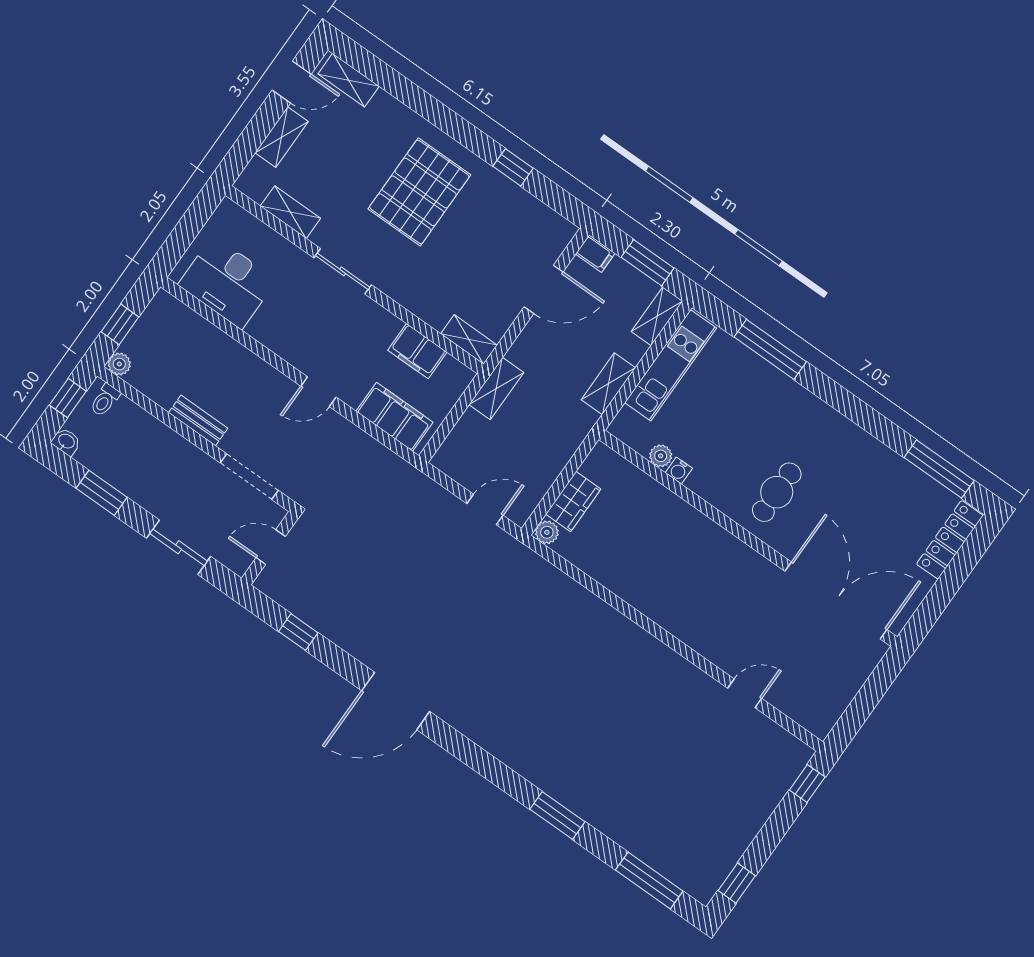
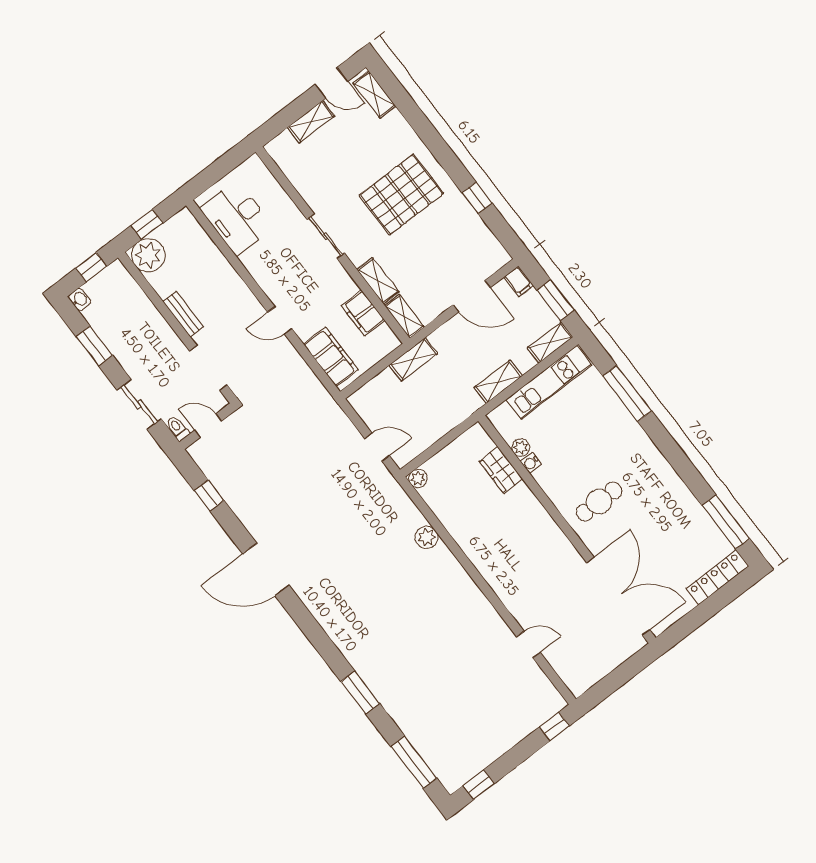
shelving: (290, 212) -> (378, 281), moved
plant: (119, 364) -> (148, 255), width x1.87, depth x1.87
toilet: (105, 400) -> (178, 428), moved, turned 90
wardrobe: (573, 501) -> (501, 470), moved, turned 90
plant: (580, 601) -> (427, 537), added

